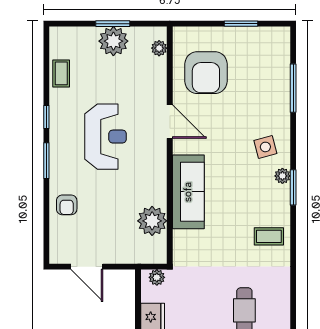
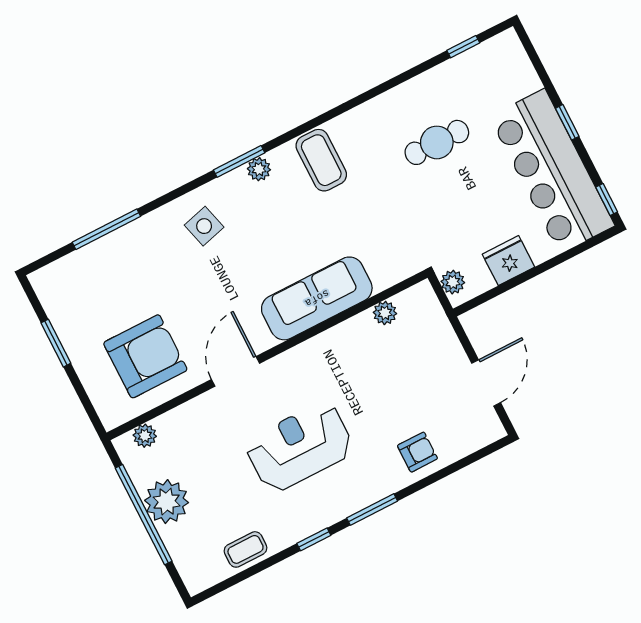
window: (113, 24) -> (144, 515), width x2.11
plant: (282, 176) -> (259, 169), moved
plant: (152, 221) -> (385, 313), width x0.53, depth x0.53
coffee table: (269, 236) -> (321, 160), width x1.36, depth x1.30

